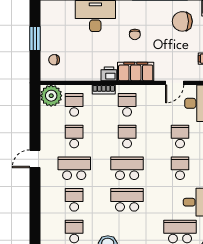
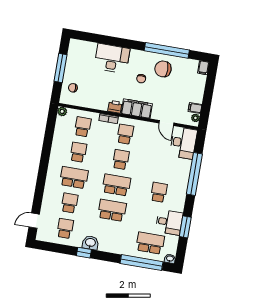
chair: (182, 21) -> (163, 69), moved
window: (35, 38) -> (61, 68), width x1.44
door: (175, 83) -> (166, 123), hinge flipped
plant: (51, 96) -> (62, 111), width x0.53, depth x0.53
school desk: (180, 137) -> (163, 167), removed
door: (35, 159) -> (34, 221), moved

